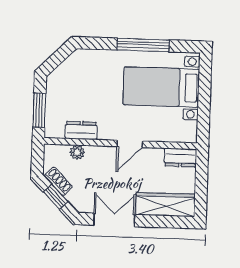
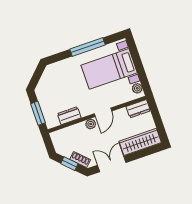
plant: (190, 129) -> (137, 88), added
plant: (77, 152) -> (91, 124), moved
shoe rack: (58, 181) -> (80, 160), moved

